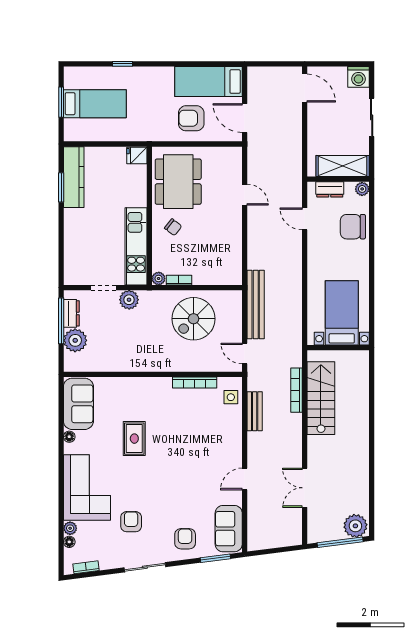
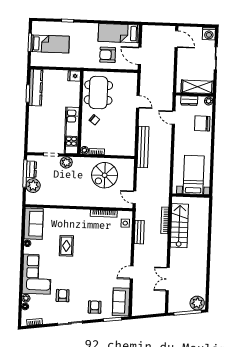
bench: (256, 304) -> (143, 147), moved

